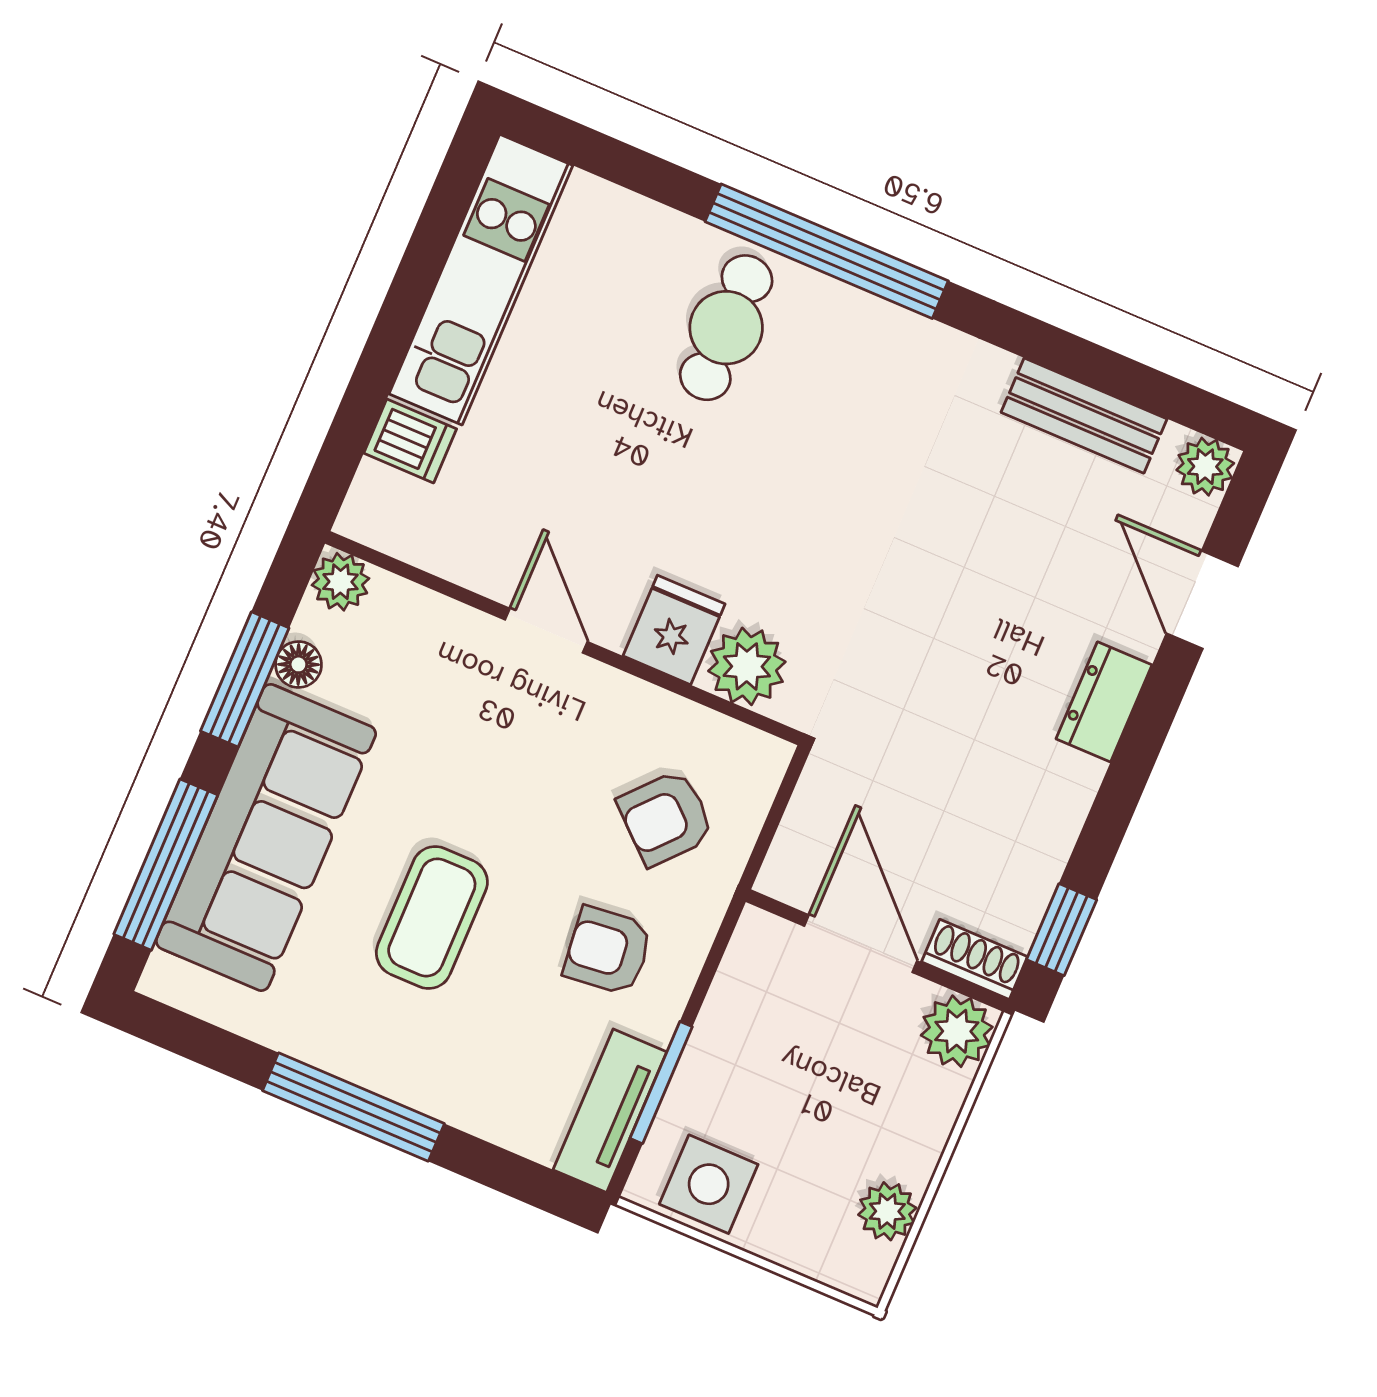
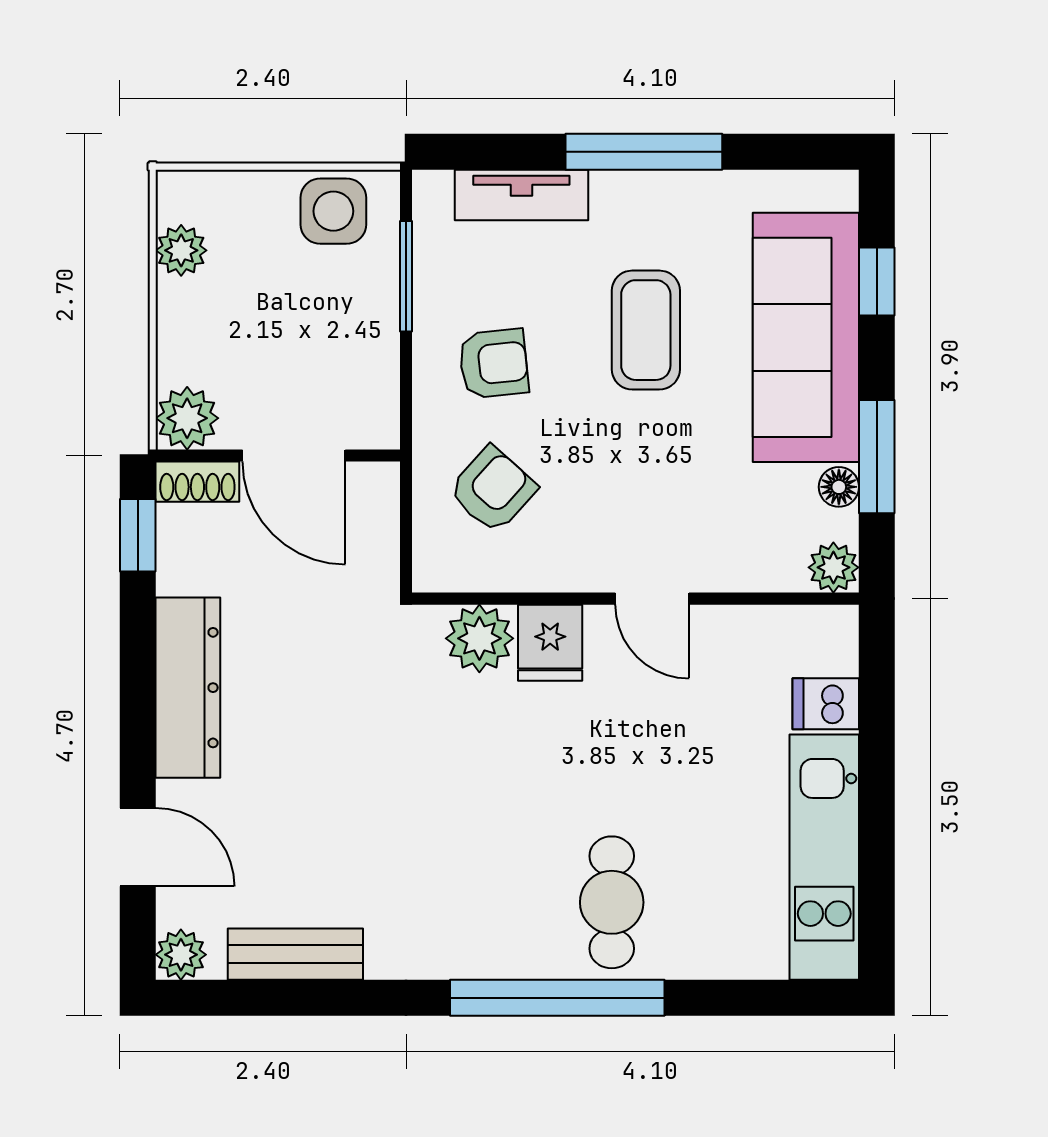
dresser: (1104, 702) -> (188, 688), width x1.96, depth x1.24
window: (166, 865) -> (877, 282), width x0.46
tv unit: (610, 1111) -> (521, 195), moved, turned 90

